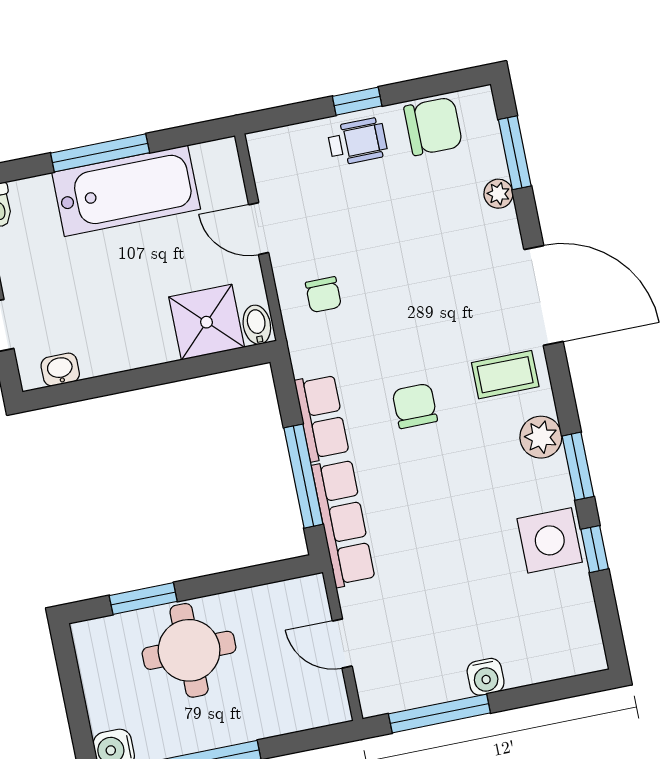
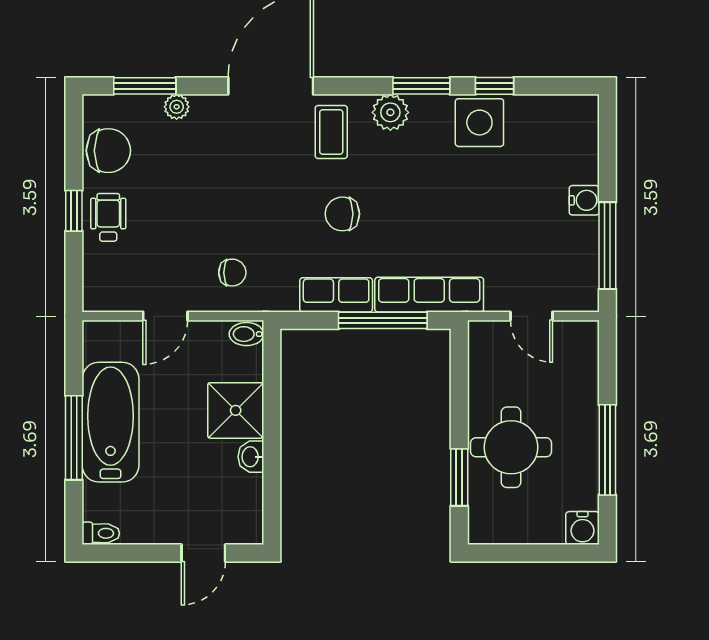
chair: (433, 126) -> (108, 151), turned 90
shower: (207, 322) -> (236, 410), moved
washbasin: (60, 370) -> (251, 457), moved
door: (342, 643) -> (531, 316), hinge flipped

